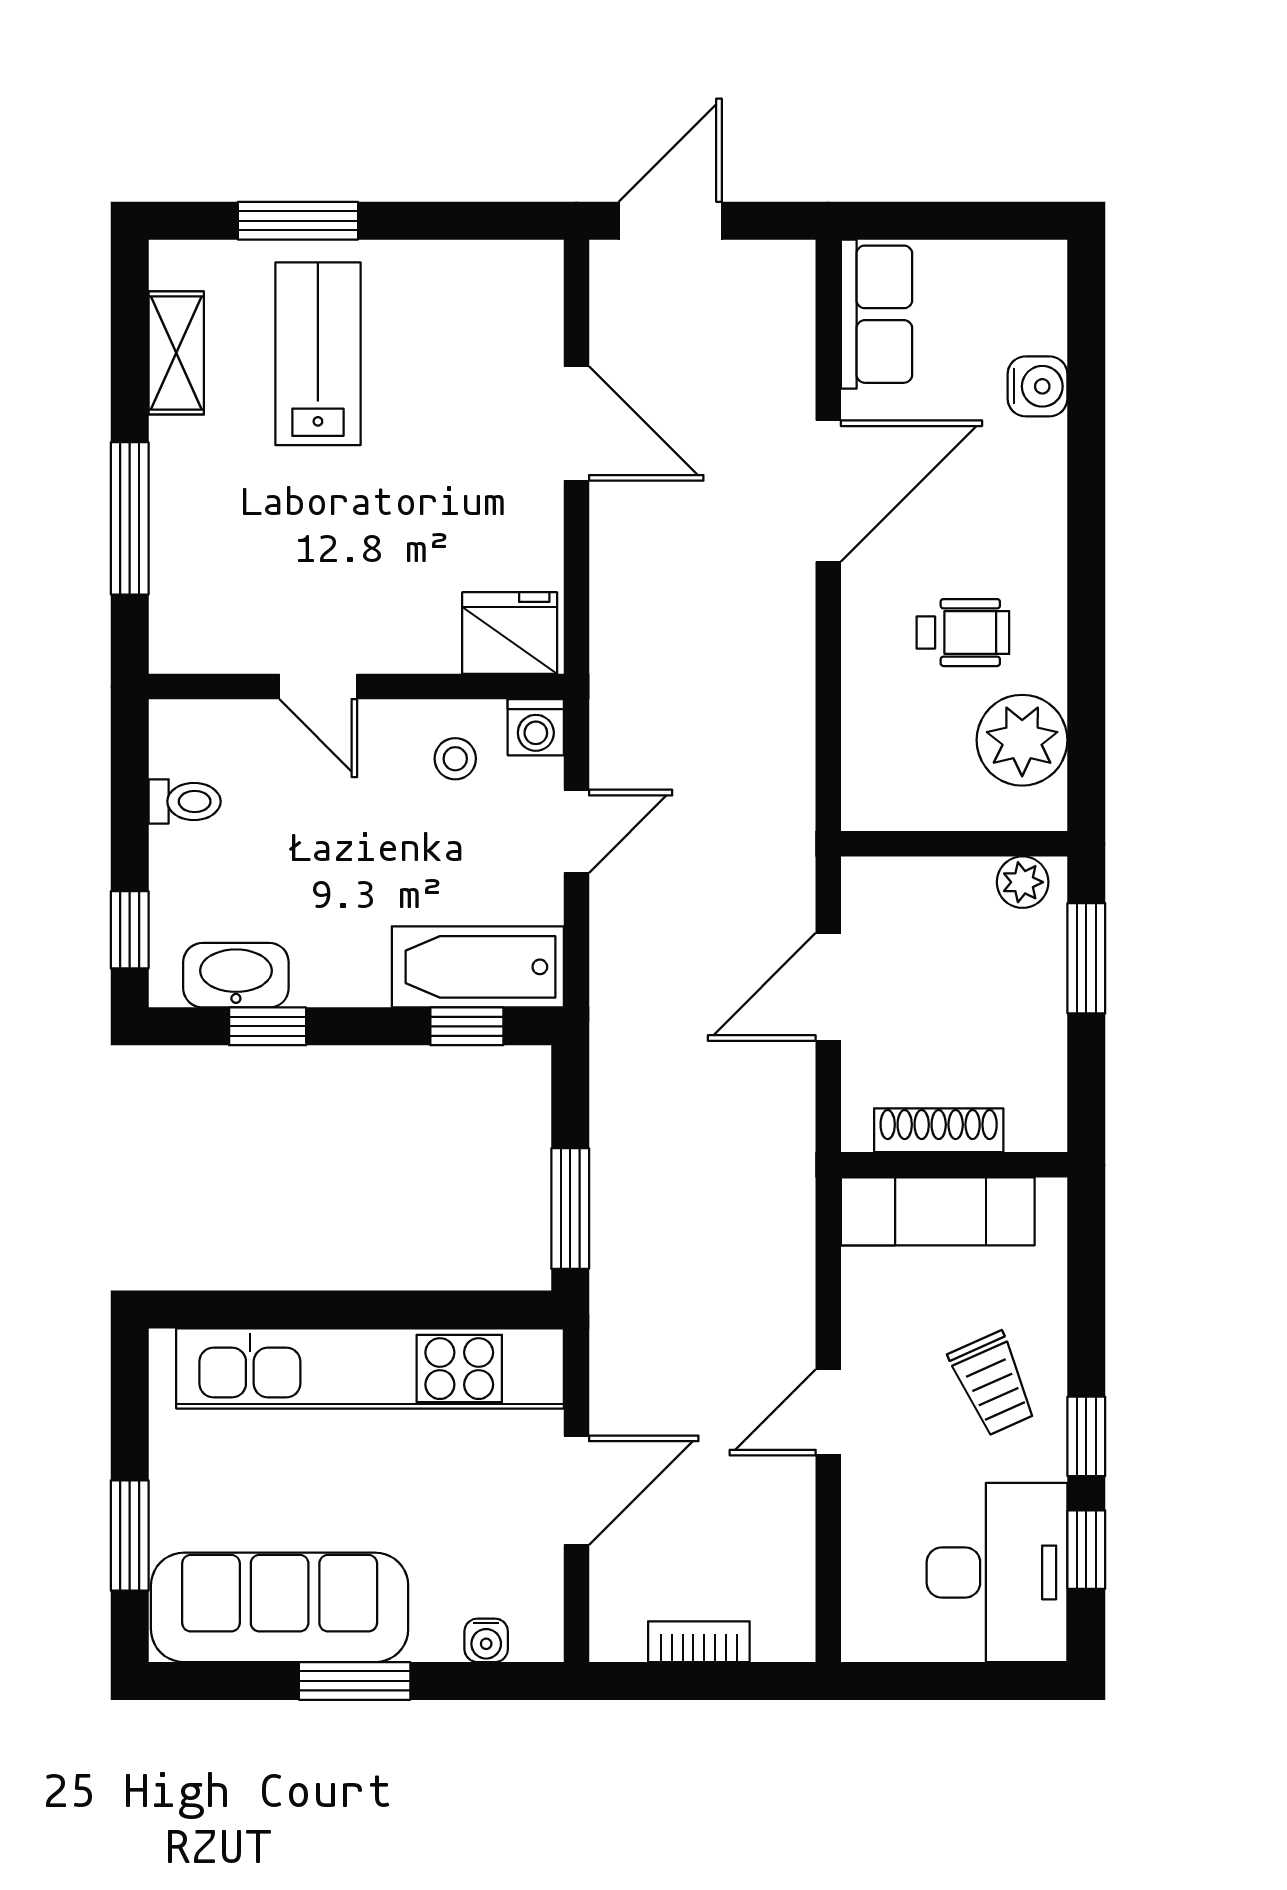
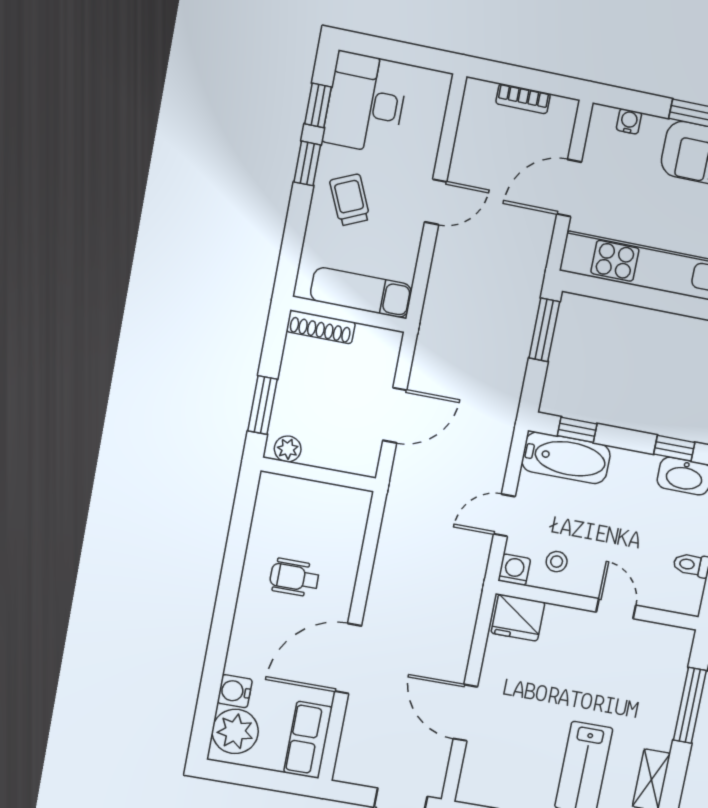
plant: (1022, 740) -> (235, 731), moved
shoe rack: (939, 1130) -> (321, 327), moved

